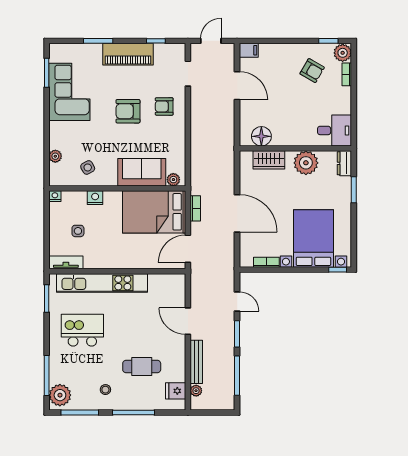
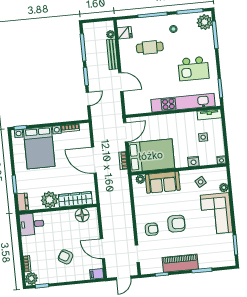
armchair: (312, 71) -> (66, 257), moved
corner sofa: (69, 92) -> (216, 214), moved
wardrobe: (269, 160) -> (75, 199), width x1.50
door: (237, 301) -> (88, 99), swing flipped

